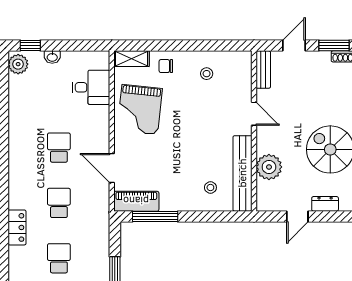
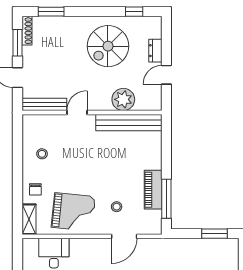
bench: (263, 70) -> (44, 104), width x1.36
stool: (210, 187) -> (117, 207), moved
piano: (136, 201) -> (153, 190), moved
door: (297, 216) -> (166, 75), swing flipped

